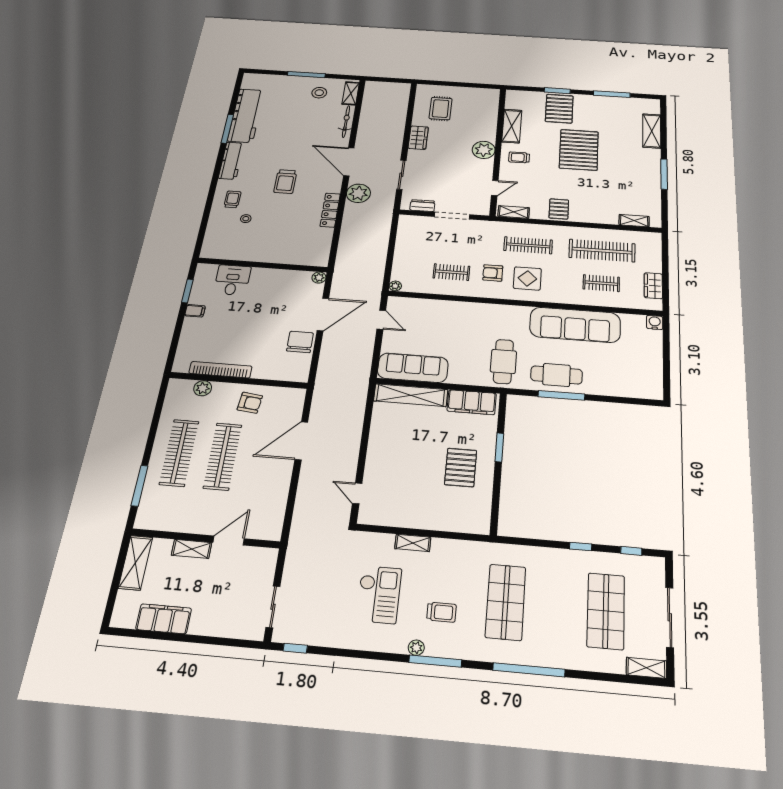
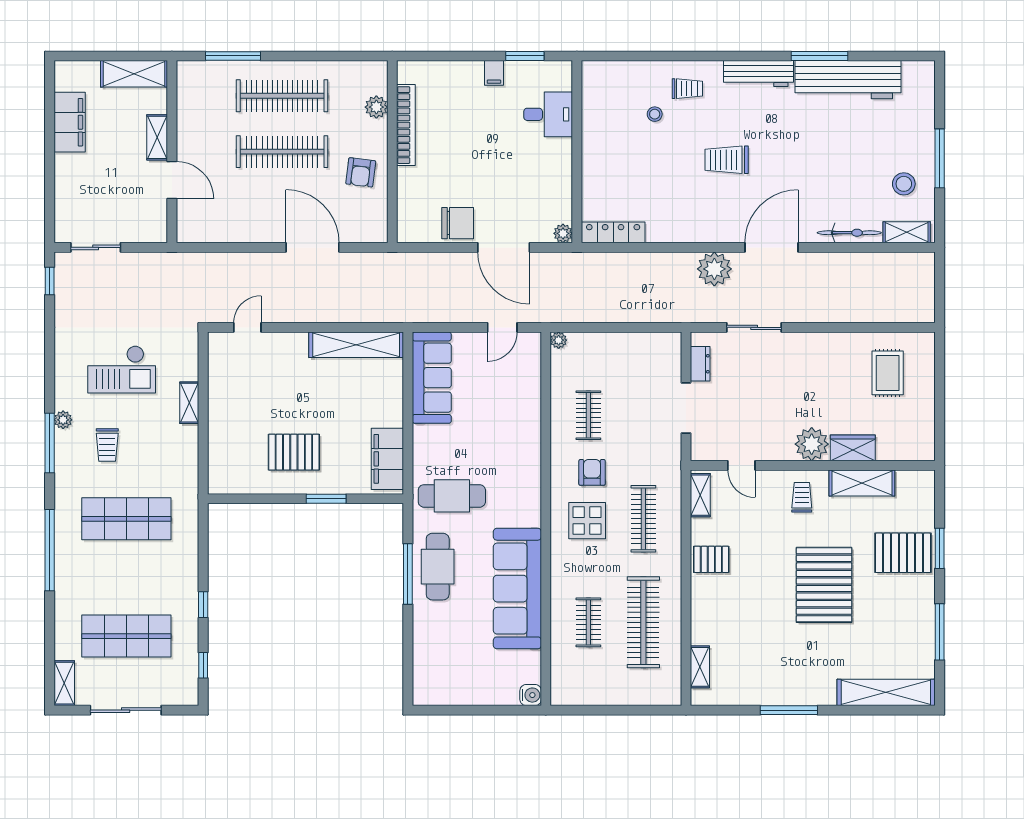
rug: (441, 109) -> (888, 373), turned 90
shelving: (652, 131) -> (886, 692), width x1.47
wardrobe: (418, 138) -> (853, 448), moved, turned 180
pallet: (579, 150) -> (824, 585), turned 90
locker: (330, 210) -> (613, 232), moved
wardrobe: (653, 286) -> (590, 694), removed
shelving: (411, 395) -> (356, 345), moved, turned 90

